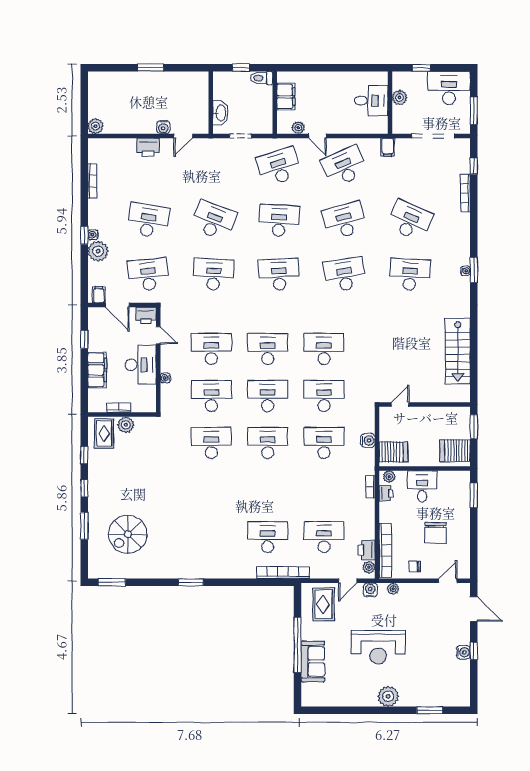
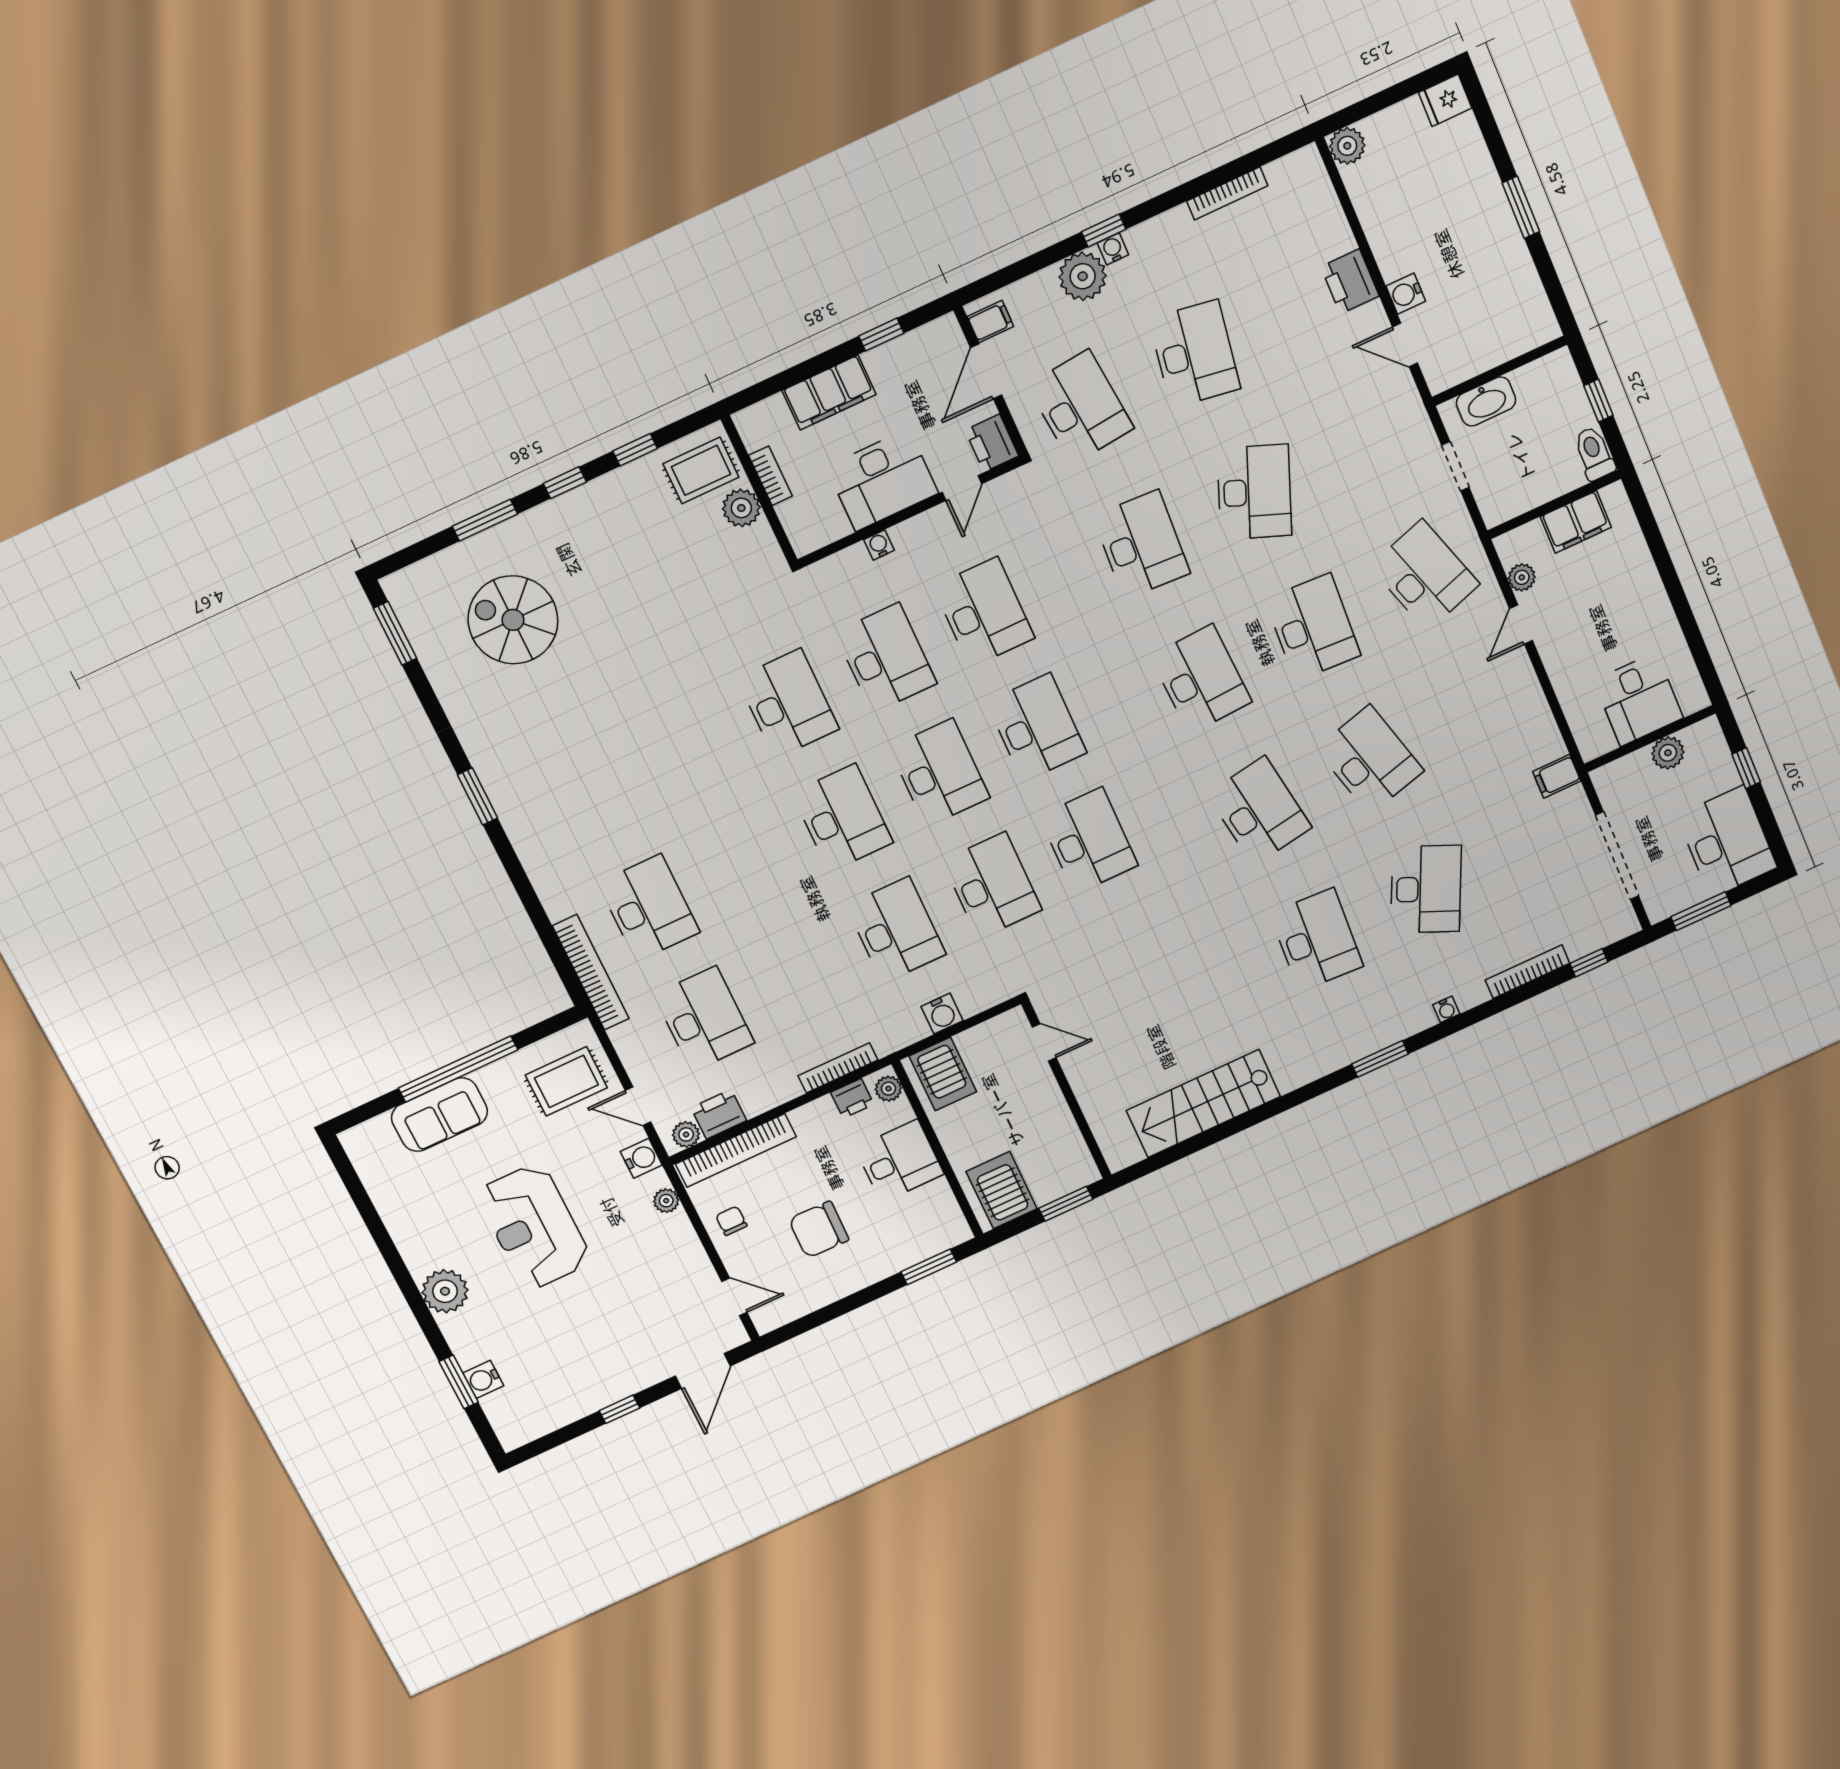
fridge: (96, 81) -> (1445, 100), added
desk: (344, 167) -> (1481, 708), removed
water cooler: (465, 271) -> (1446, 1009), moved
bookcase: (370, 487) -> (838, 1068), width x1.56
water cooler: (463, 652) -> (483, 1379), moved, turned 90

